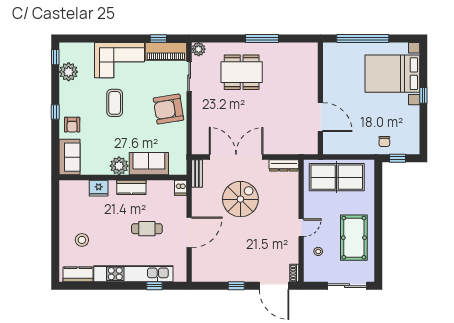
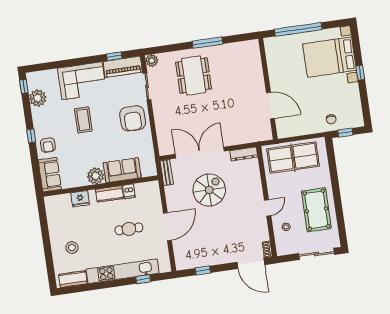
dining table: (242, 72) -> (194, 76), turned 90
armchair: (168, 109) -> (133, 118), turned -81
dishwasher: (181, 188) -> (129, 191), moved
window: (236, 286) -> (203, 271), moved

